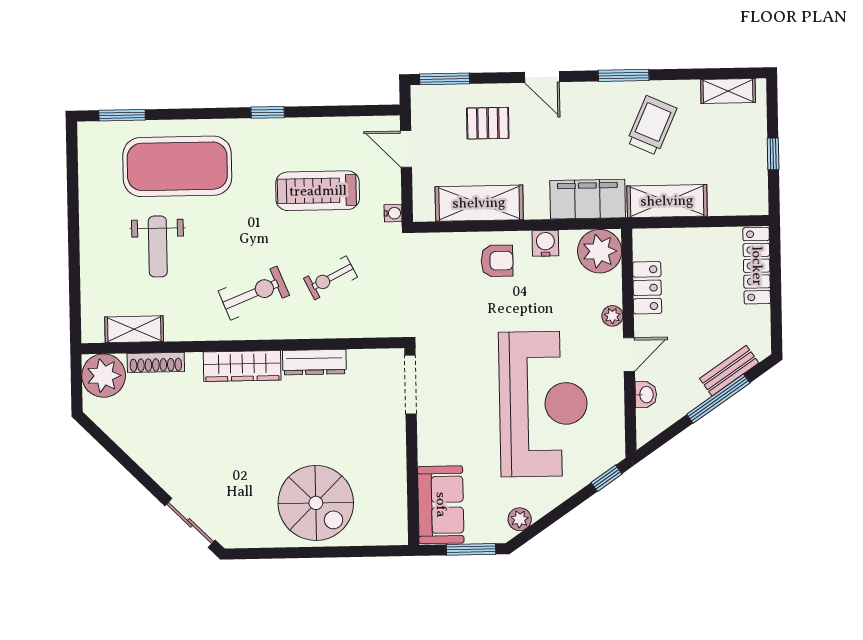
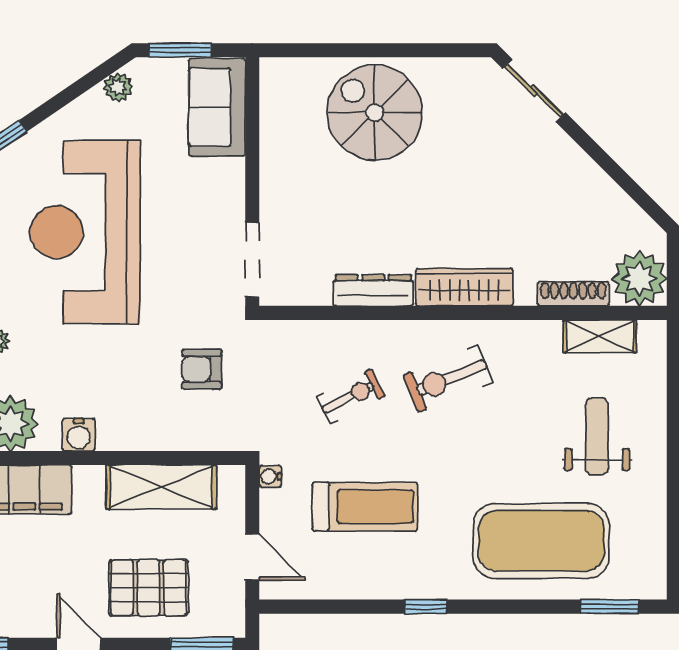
pallet: (488, 123) -> (148, 588), width x1.50, depth x1.42
weight bench: (158, 246) -> (597, 436), moved
armchair: (497, 261) -> (202, 369), moved

